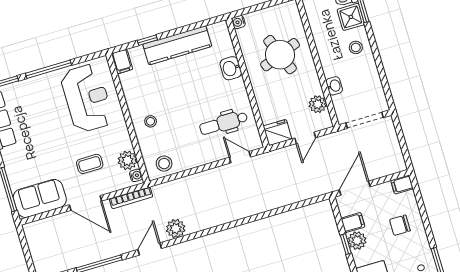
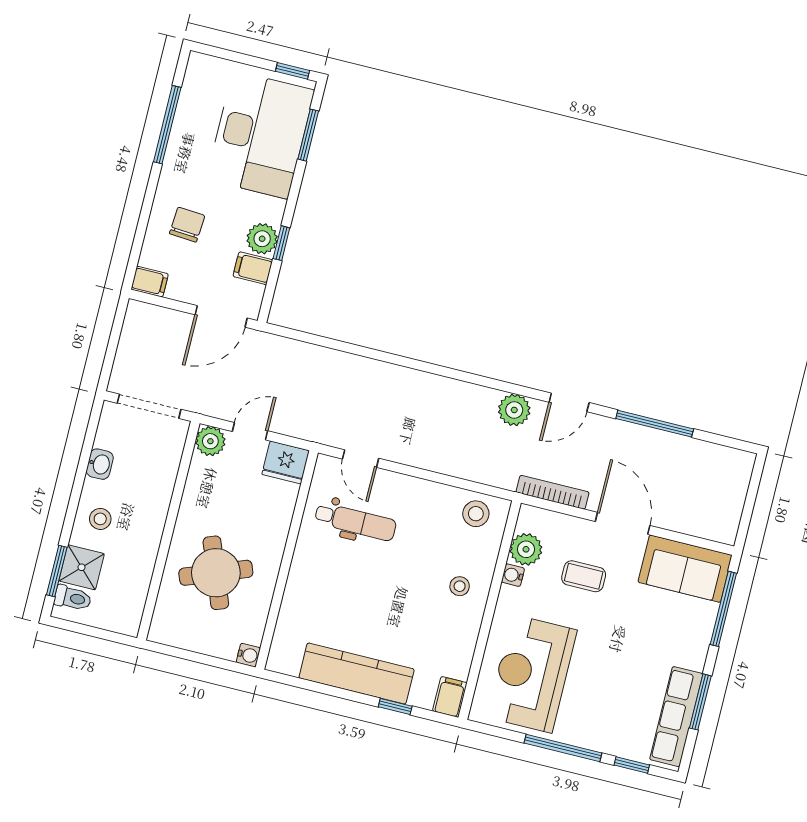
washbasin: (231, 68) -> (299, 595), removed
washbasin: (334, 86) -> (100, 464), moved, turned 180
plant: (318, 104) -> (210, 441), moved
water cooler: (136, 175) -> (513, 575), moved
chair: (400, 225) -> (187, 225), turned -86

